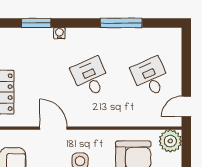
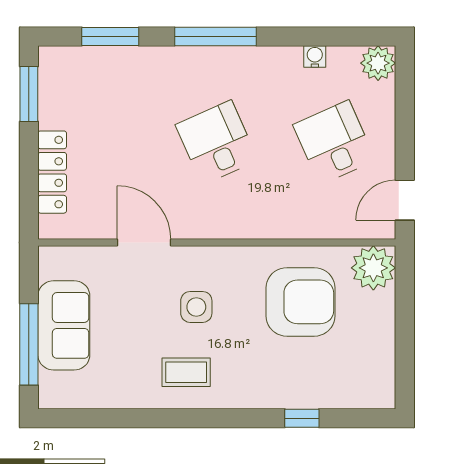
window: (121, 23) -> (215, 36), moved
water cooler: (59, 33) -> (315, 56), moved
plant: (173, 37) -> (378, 63), added

